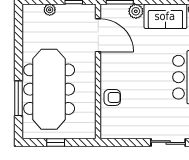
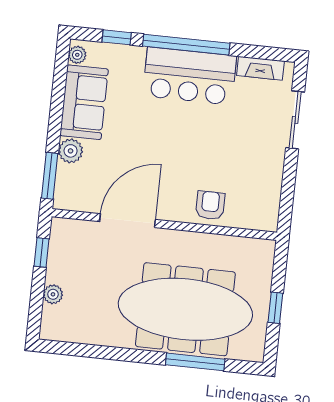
door: (98, 35) -> (128, 221), moved

